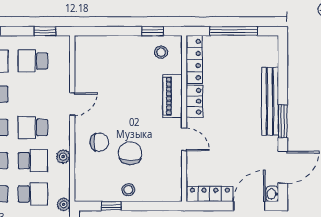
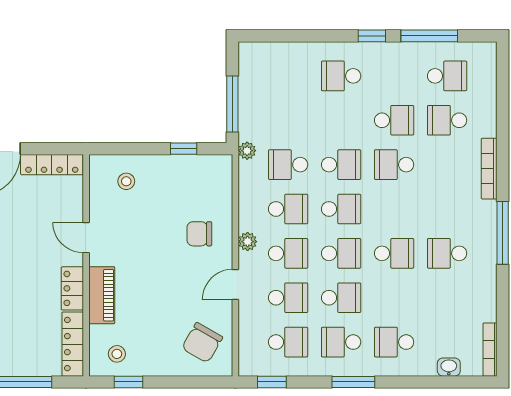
school desk: (33, 94) -> (288, 298), added
chair: (130, 153) -> (202, 343), moved, turned 30
plant: (63, 157) -> (248, 242), moved
school desk: (33, 161) -> (288, 209), turned 180
stool: (128, 190) -> (126, 181), moved

